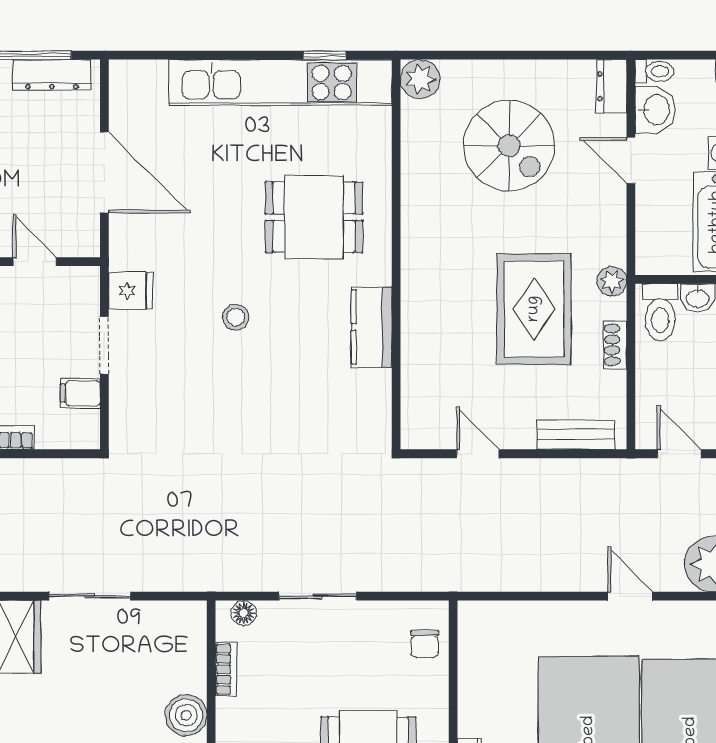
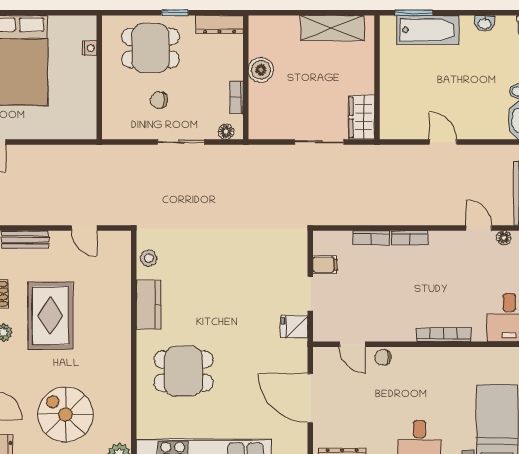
stool: (236, 317) -> (149, 258), moved
chair: (425, 644) -> (159, 100), moved, turned -90

